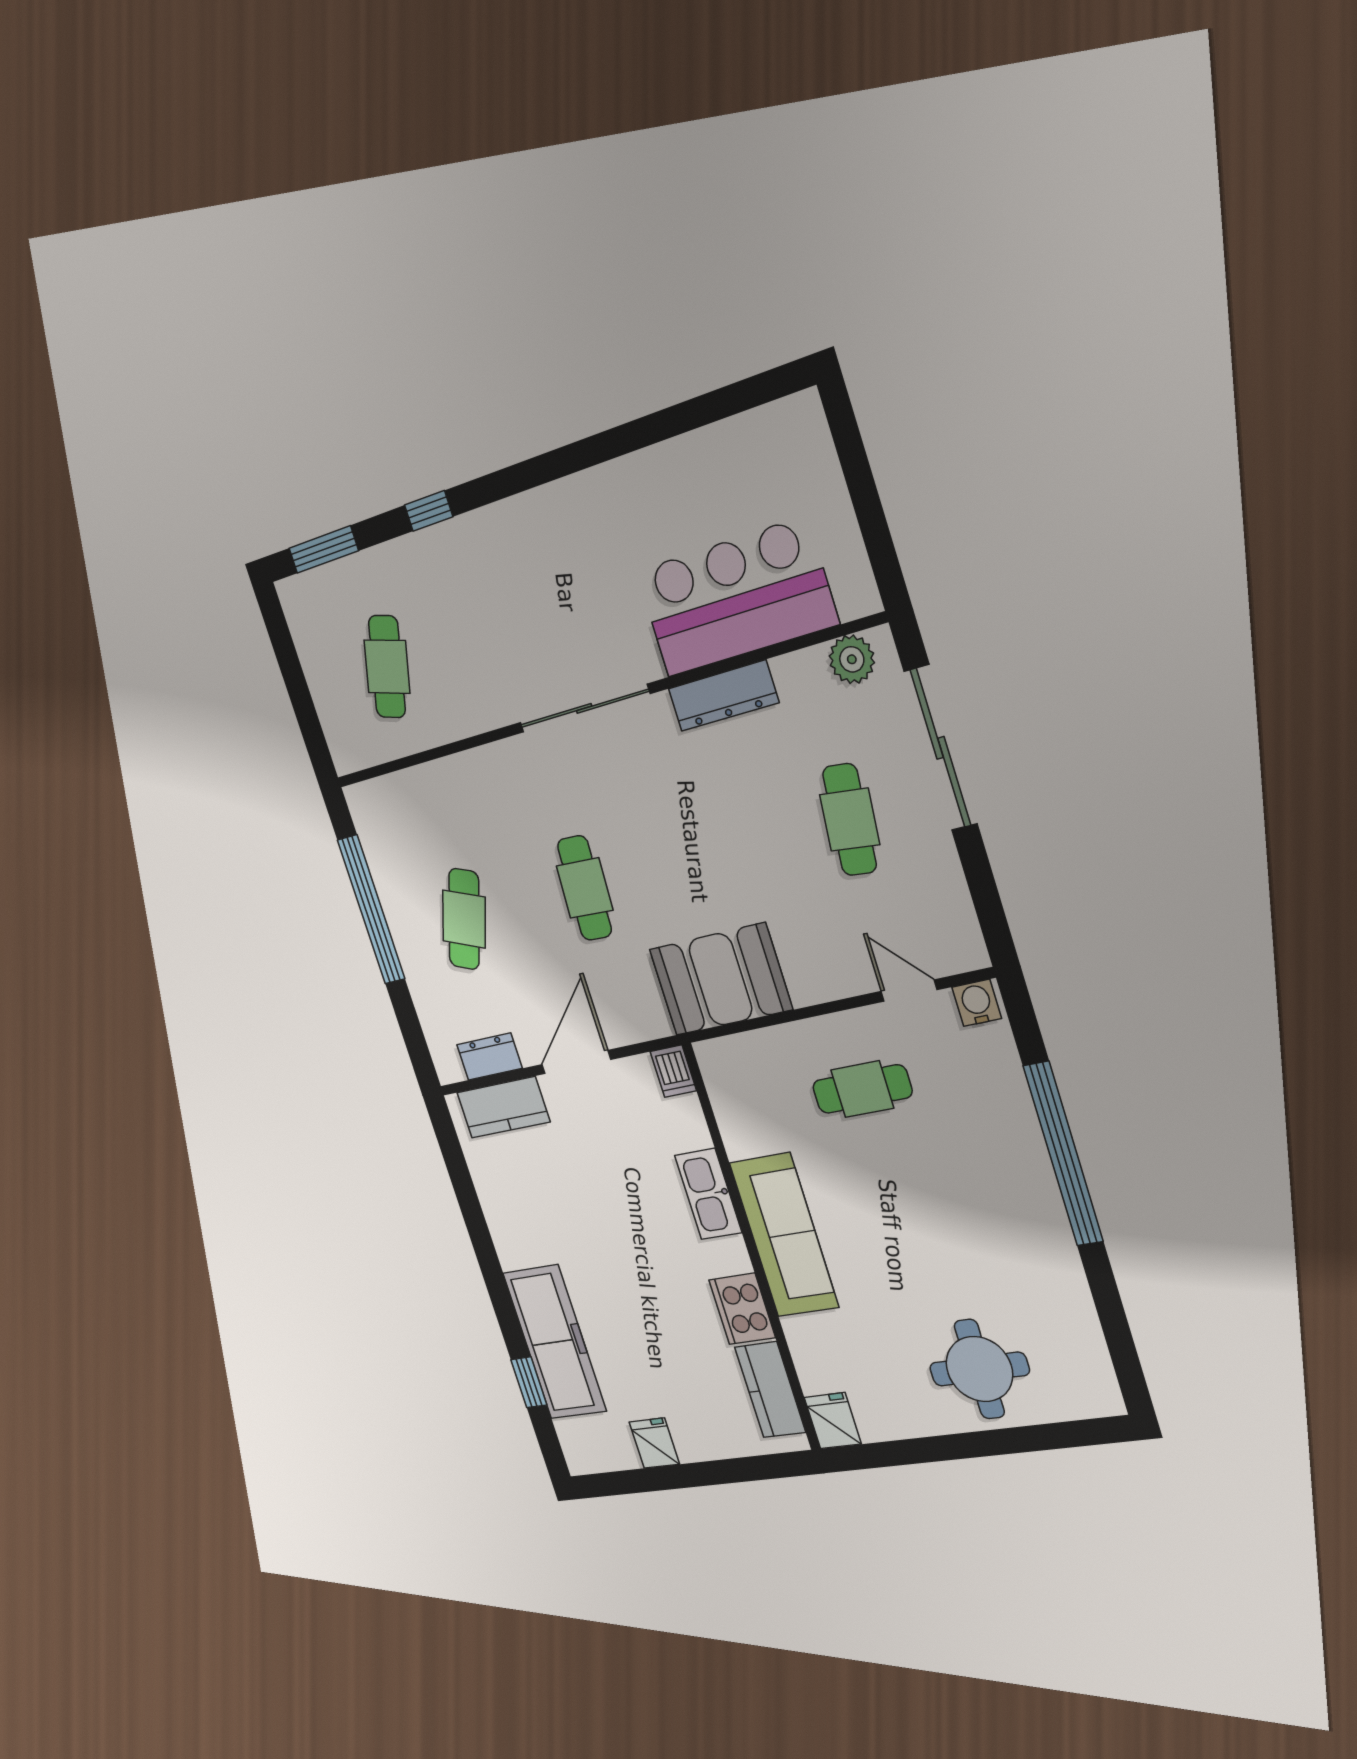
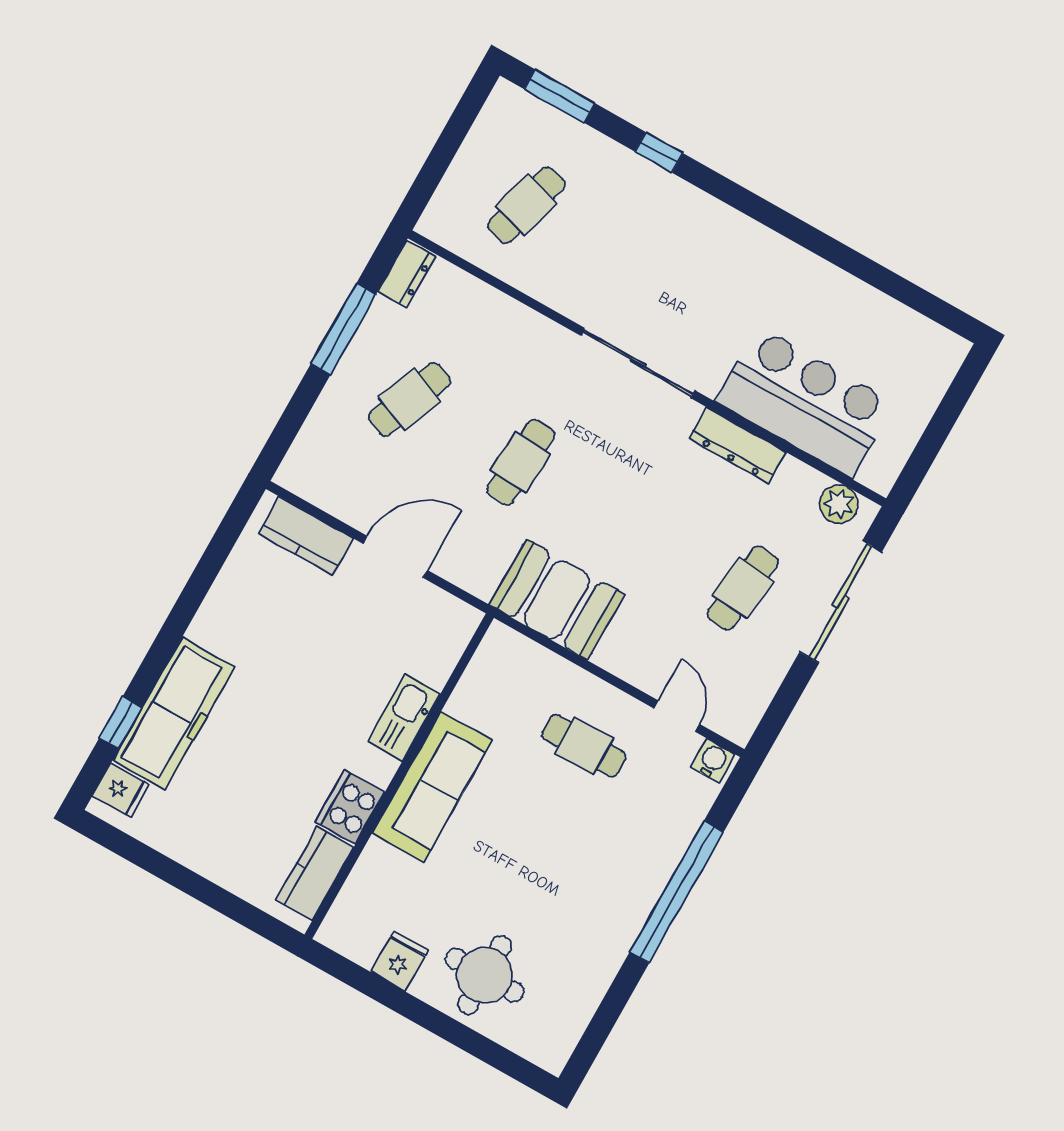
window: (371, 909) -> (344, 329), width x0.68
dresser: (489, 1056) -> (406, 274), moved, turned 90
dishwasher: (673, 1071) -> (462, 623), removed
fridge: (833, 1421) -> (400, 961), moved
fridge: (654, 1443) -> (121, 790), moved, turned 90

